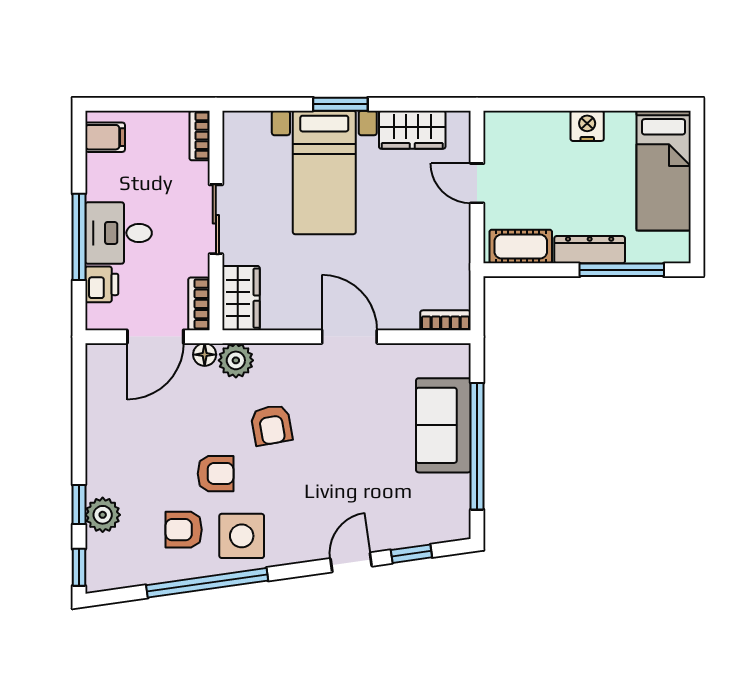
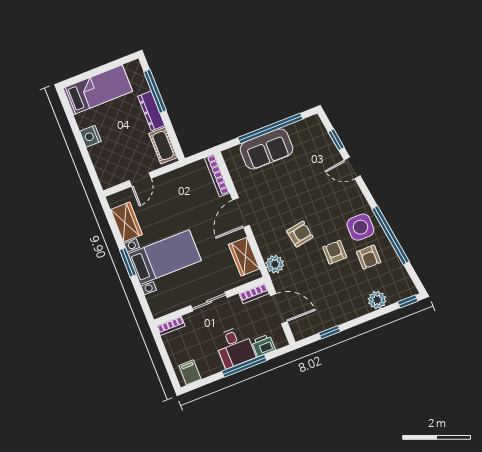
wardrobe: (241, 298) -> (244, 257), moved, turned -90
bookcase: (446, 320) -> (217, 175), width x1.56
floor lamp: (205, 355) -> (278, 281), removed
window: (79, 504) -> (330, 332), moved

